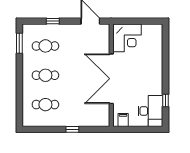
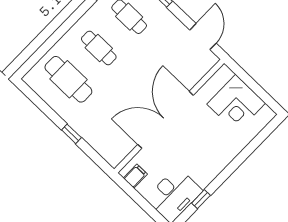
corner desk: (127, 38) -> (236, 104), moved
cafe table: (45, 105) -> (68, 79), width x1.37, depth x1.35

